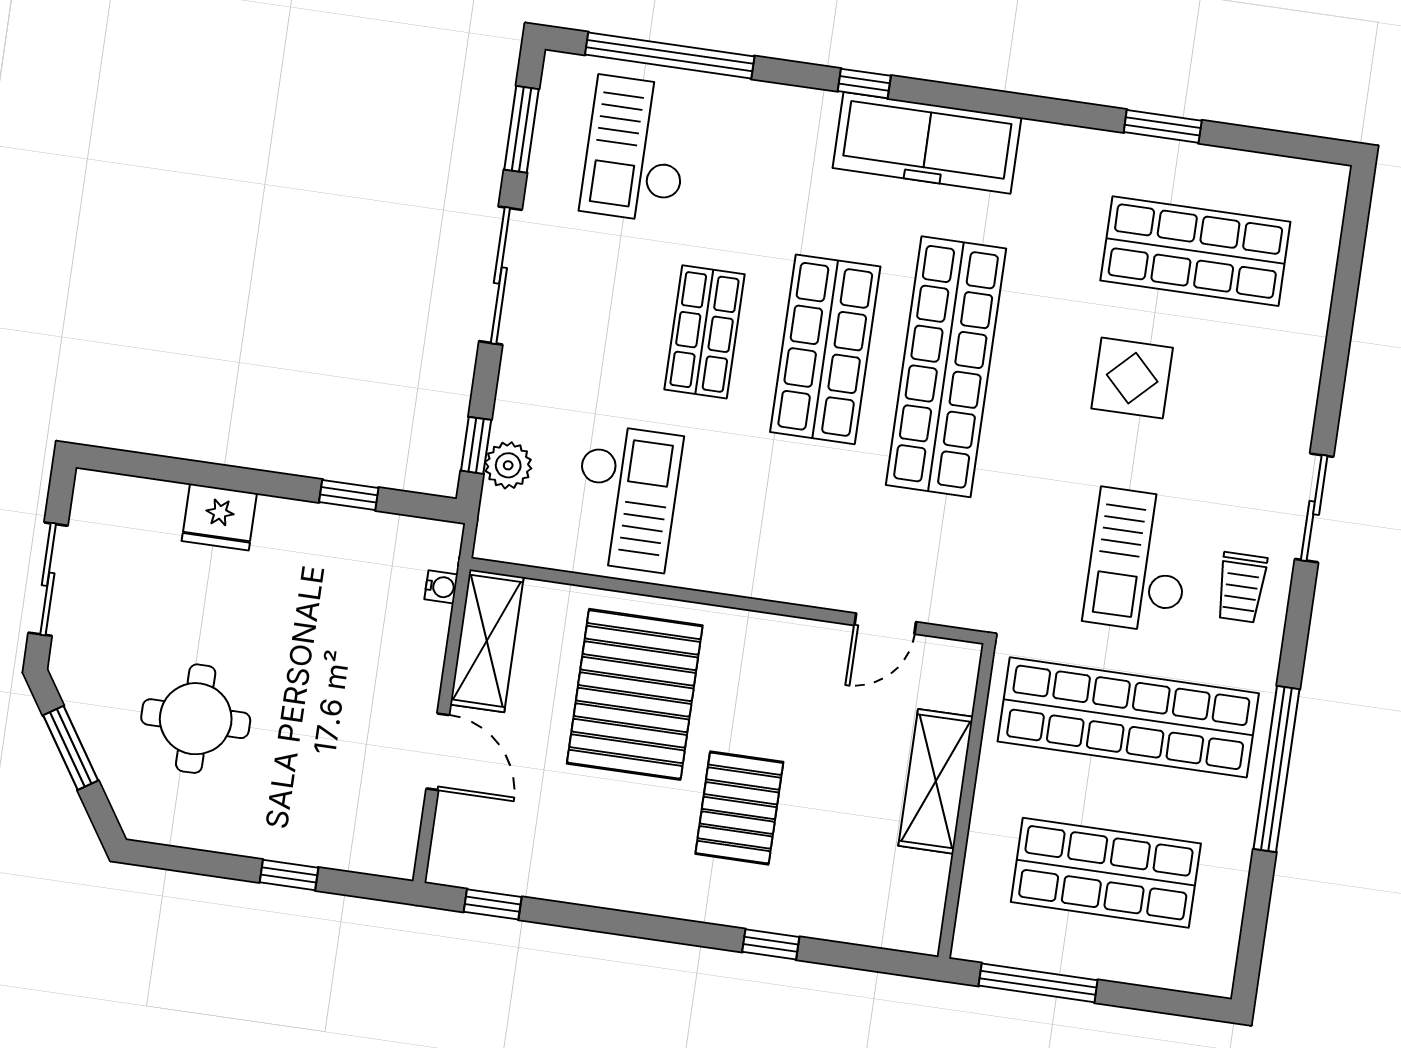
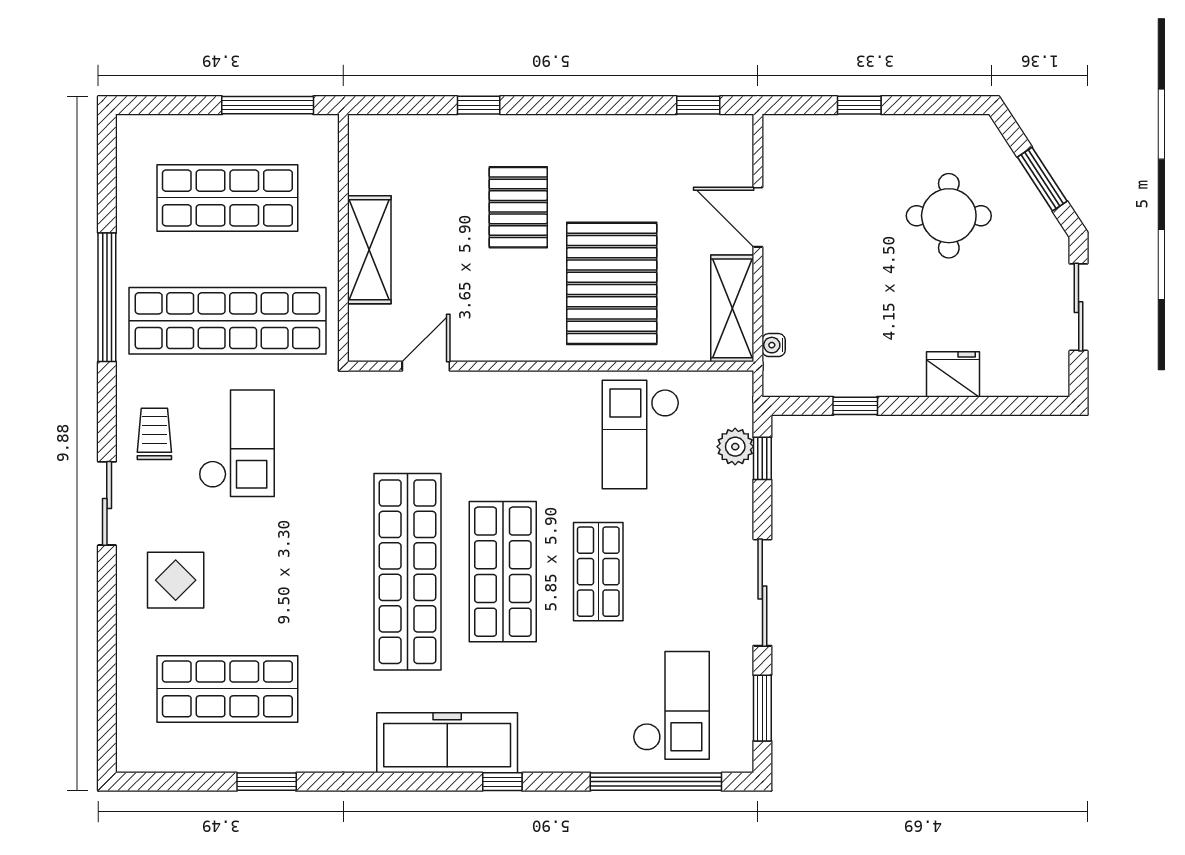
display table: (1132, 378) -> (176, 580), moved

